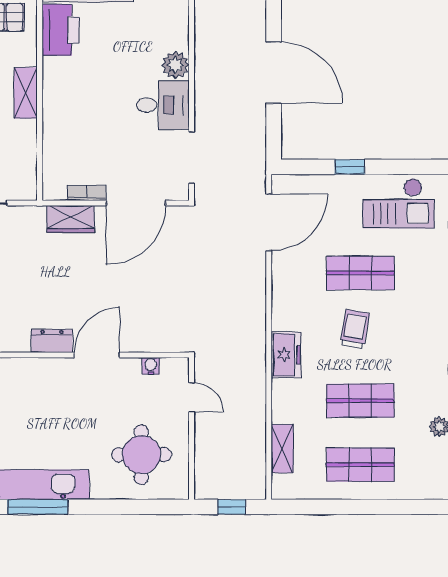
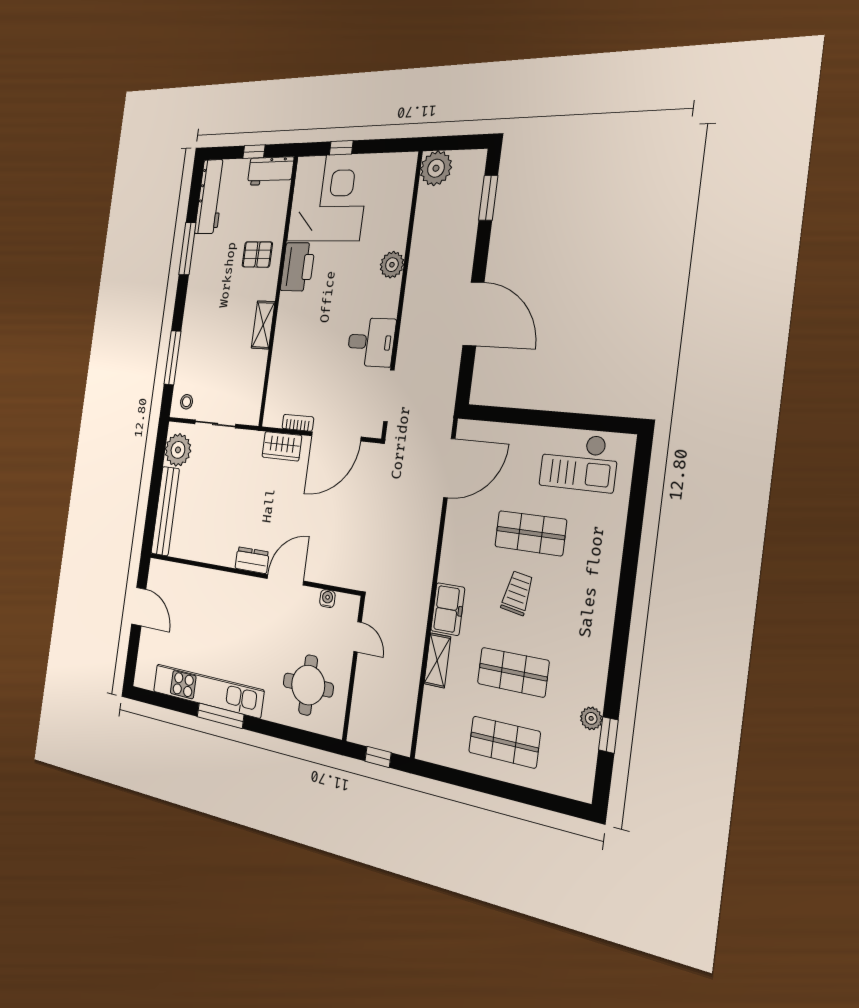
plant: (175, 65) -> (392, 265), moved
window: (350, 167) -> (534, 418), removed
shelving: (282, 449) -> (437, 660), moved

